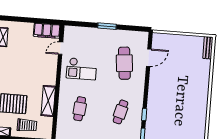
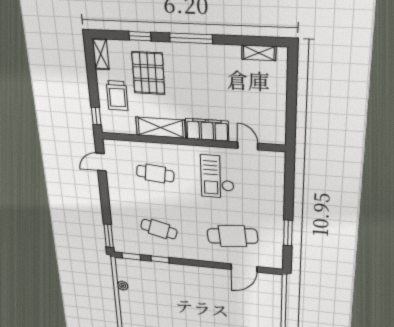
window: (107, 26) -> (288, 233), moved
filing cabinet: (47, 31) -> (207, 130), moved, turned 90
door: (149, 58) -> (244, 268), hinge flipped

